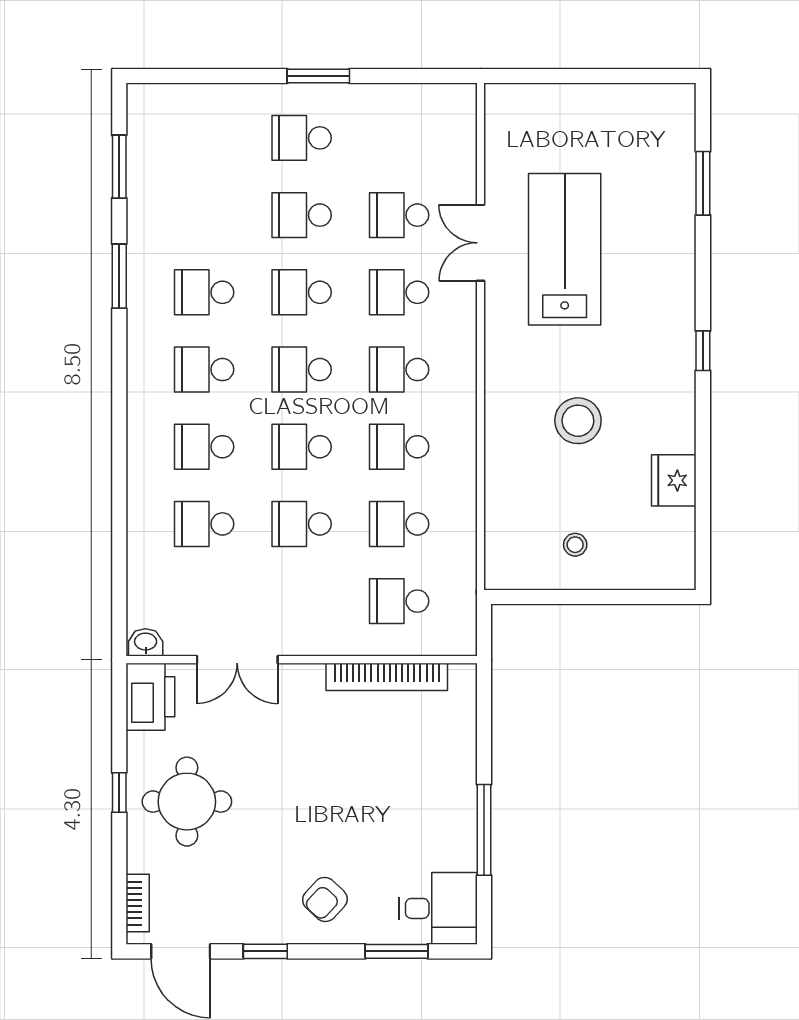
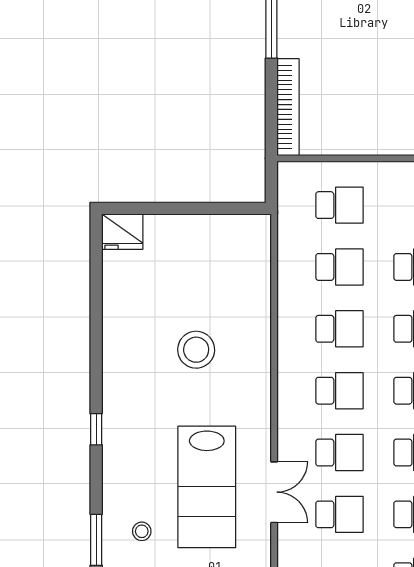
window: (703, 351) -> (96, 429), moved
fridge: (674, 480) -> (122, 232), moved, turned 90
stool: (575, 545) -> (142, 531), moved
bookcase: (387, 677) -> (288, 107), moved, turned 90

